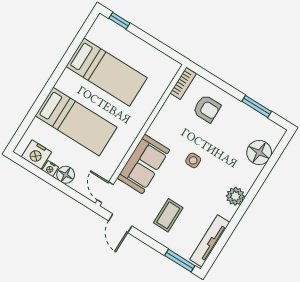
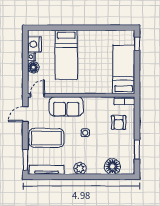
bed: (107, 72) -> (124, 69), moved, turned 180
coffee table: (168, 215) -> (46, 138), width x1.86, depth x1.72

